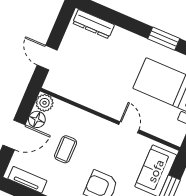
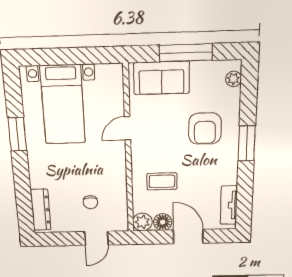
chair: (81, 68) -> (90, 202), added
coffee table: (66, 149) -> (162, 181), moved

